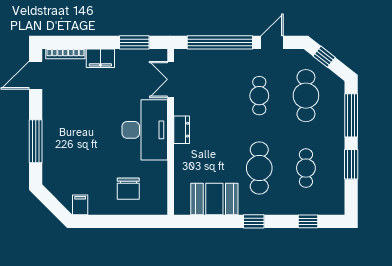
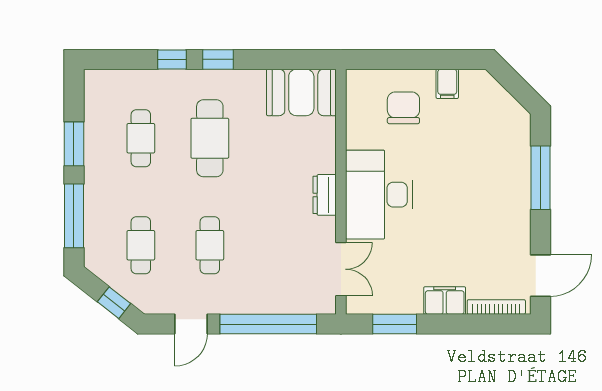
cafe table: (306, 96) -> (141, 245), width x0.73, depth x0.74
booth: (214, 199) -> (301, 92), moved
filing cabinet: (80, 205) -> (447, 84), moved
window: (308, 221) -> (172, 59), moved

